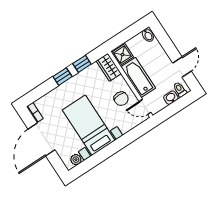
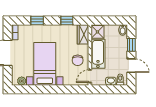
window: (167, 45) -> (131, 45), added
door: (182, 67) -> (131, 66), hinge flipped
window: (62, 77) -> (37, 21), moved
door: (145, 107) -> (90, 76), hinge flipped

